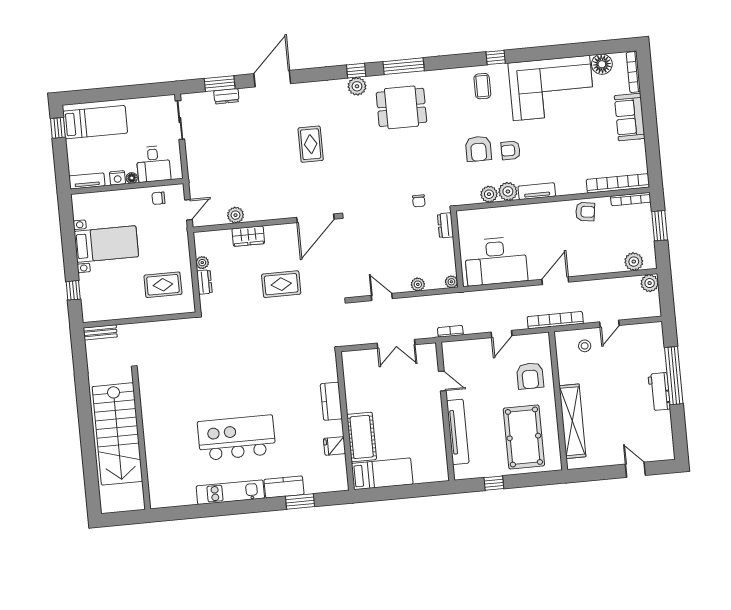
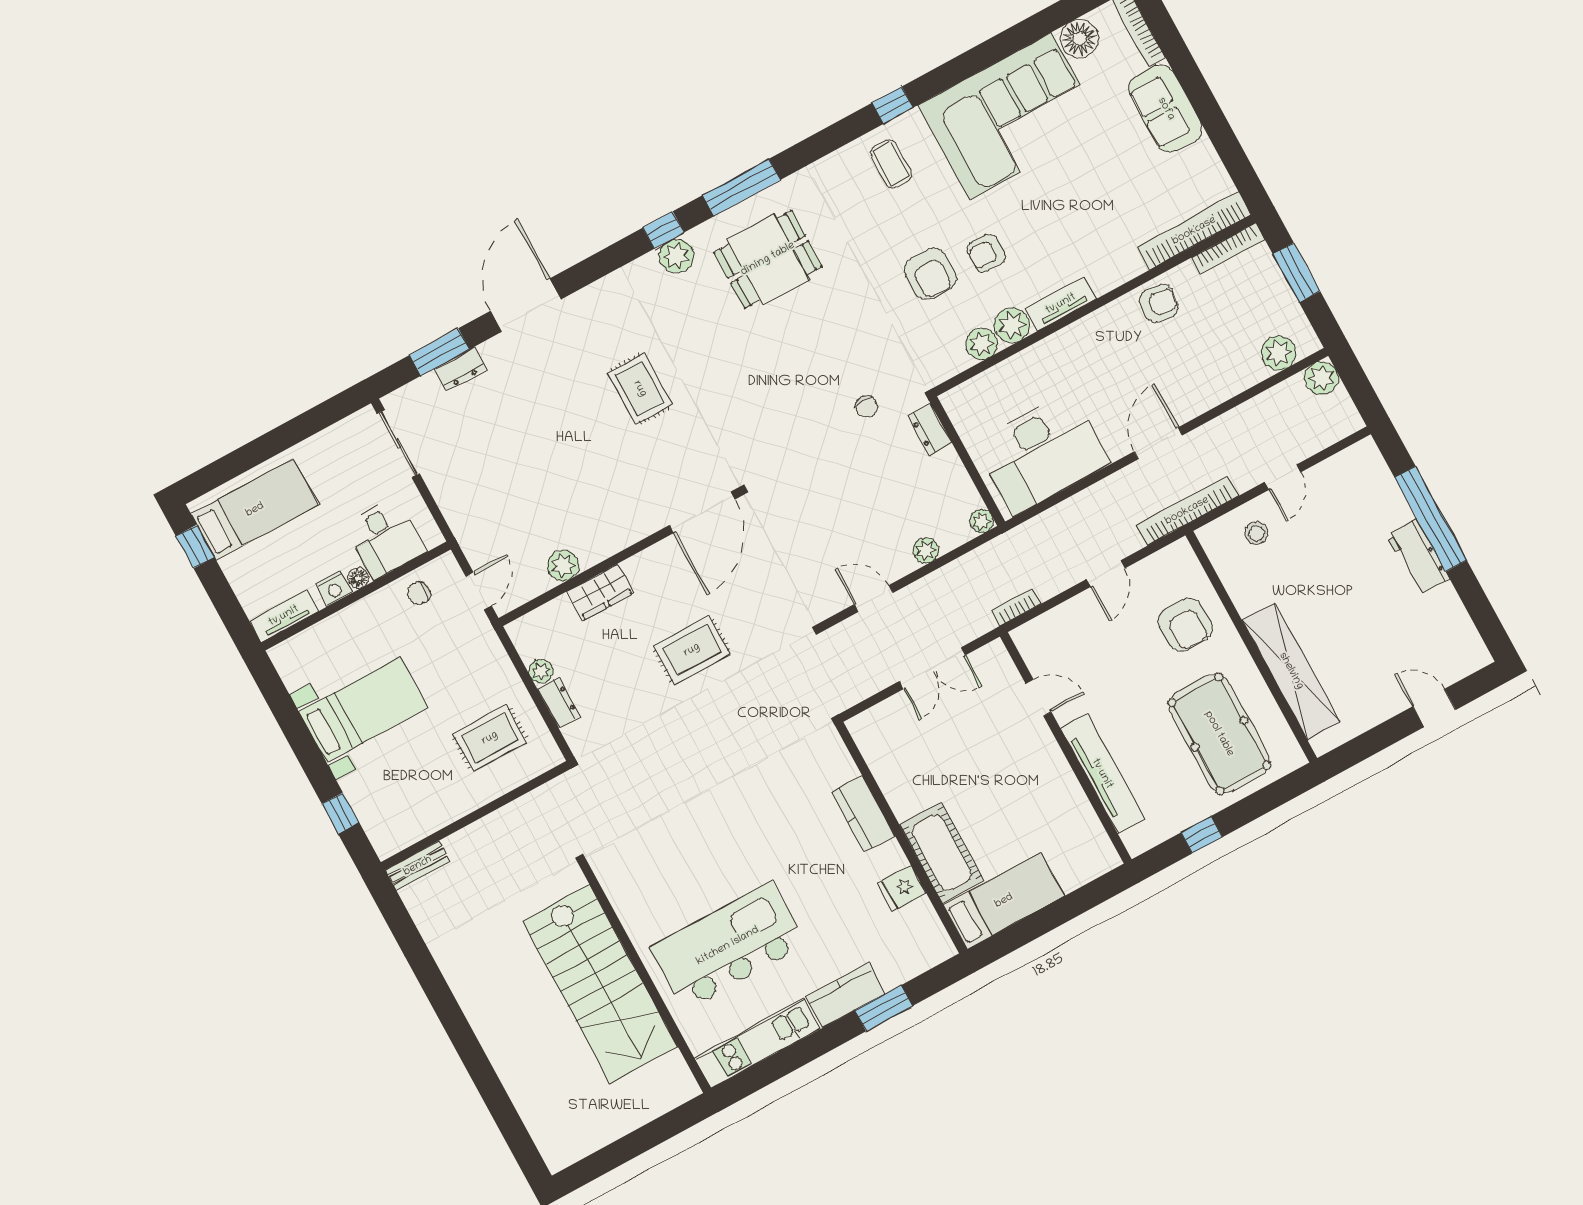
stairs: (117, 434) -> (600, 984), moved
wall: (141, 440) -> (645, 977), moved

